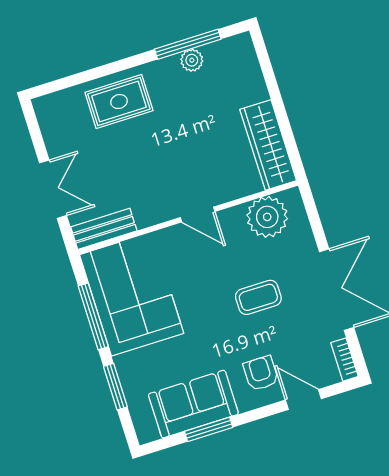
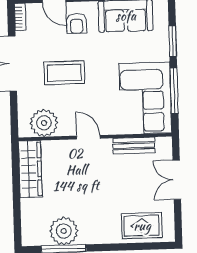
plant: (192, 60) -> (64, 231), width x1.87, depth x1.87
rug: (119, 102) -> (142, 226), moved
bench: (104, 229) -> (134, 146), moved
coffee table: (258, 297) -> (64, 73), width x1.36, depth x1.30

